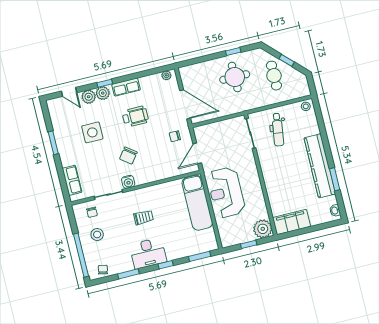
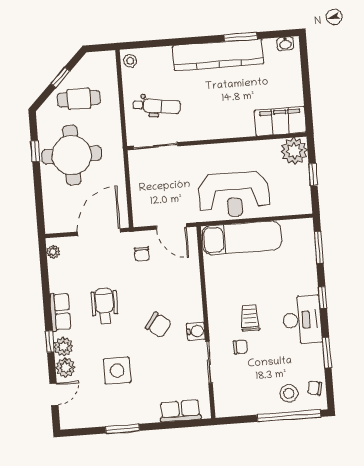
round table: (235, 77) -> (72, 155), width x1.36, depth x1.36
chair: (92, 212) -> (240, 347), moved
filing cabinet: (292, 222) -> (280, 121), moved, turned 90
stool: (97, 234) -> (289, 393), moved

